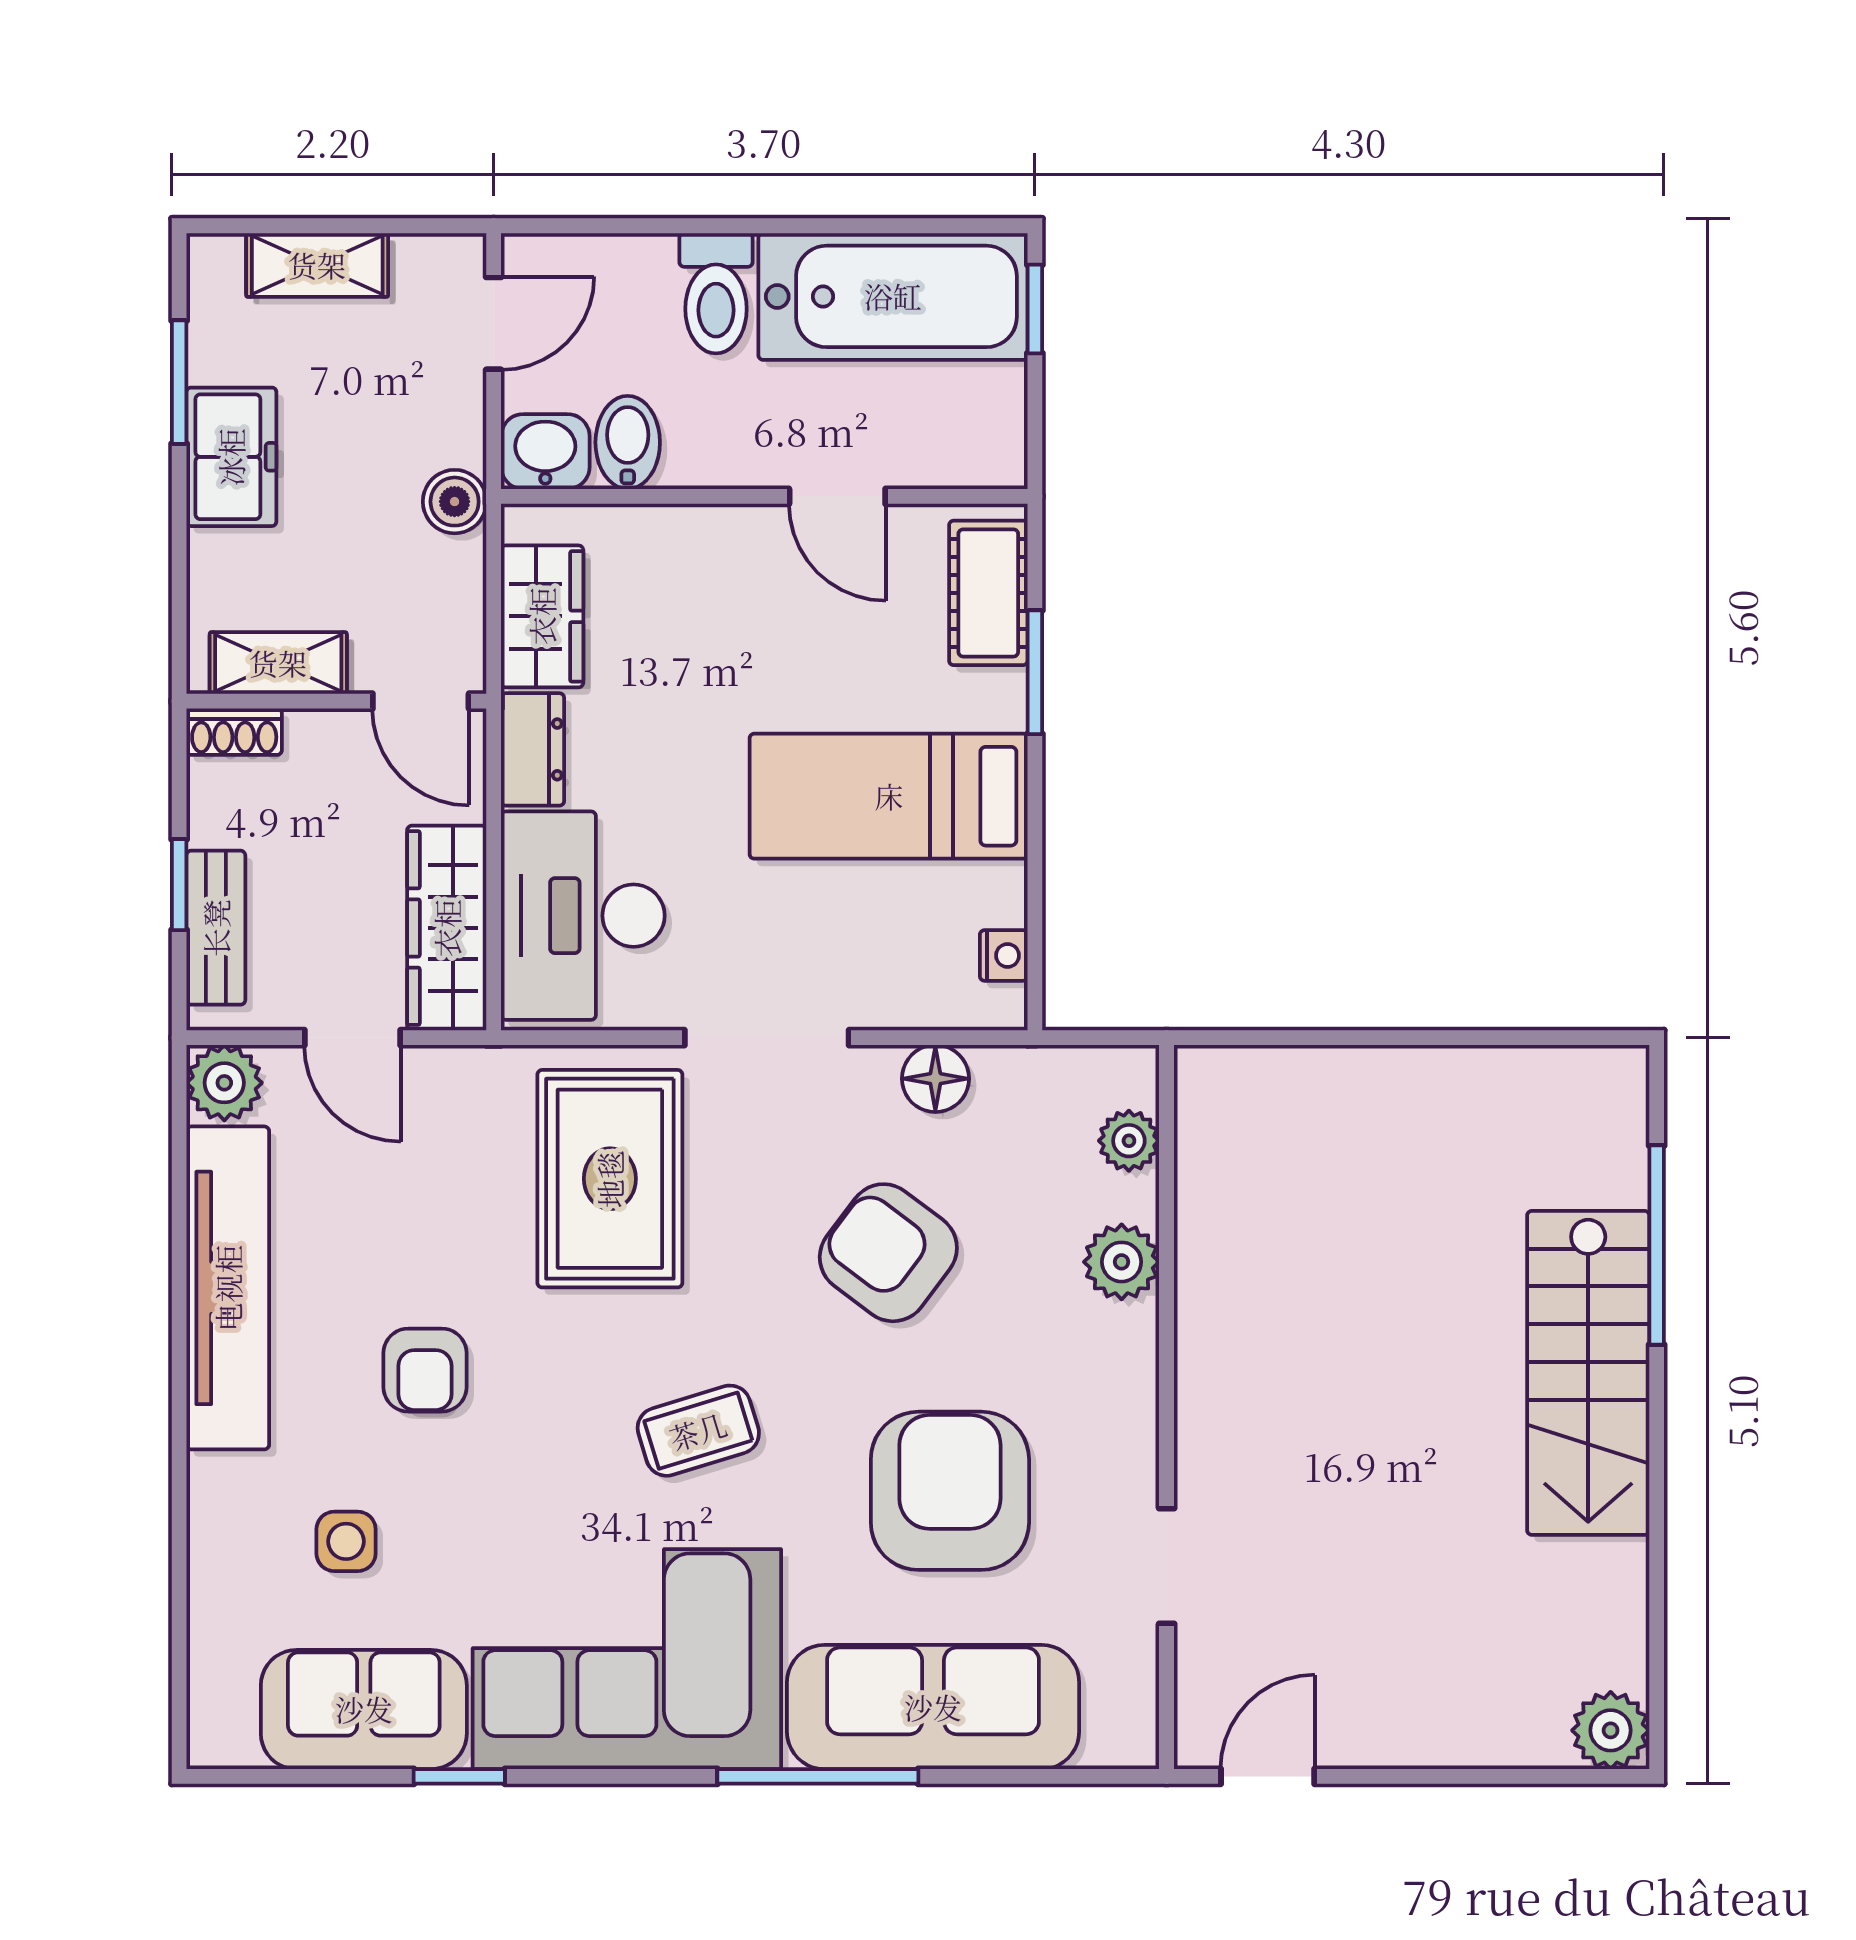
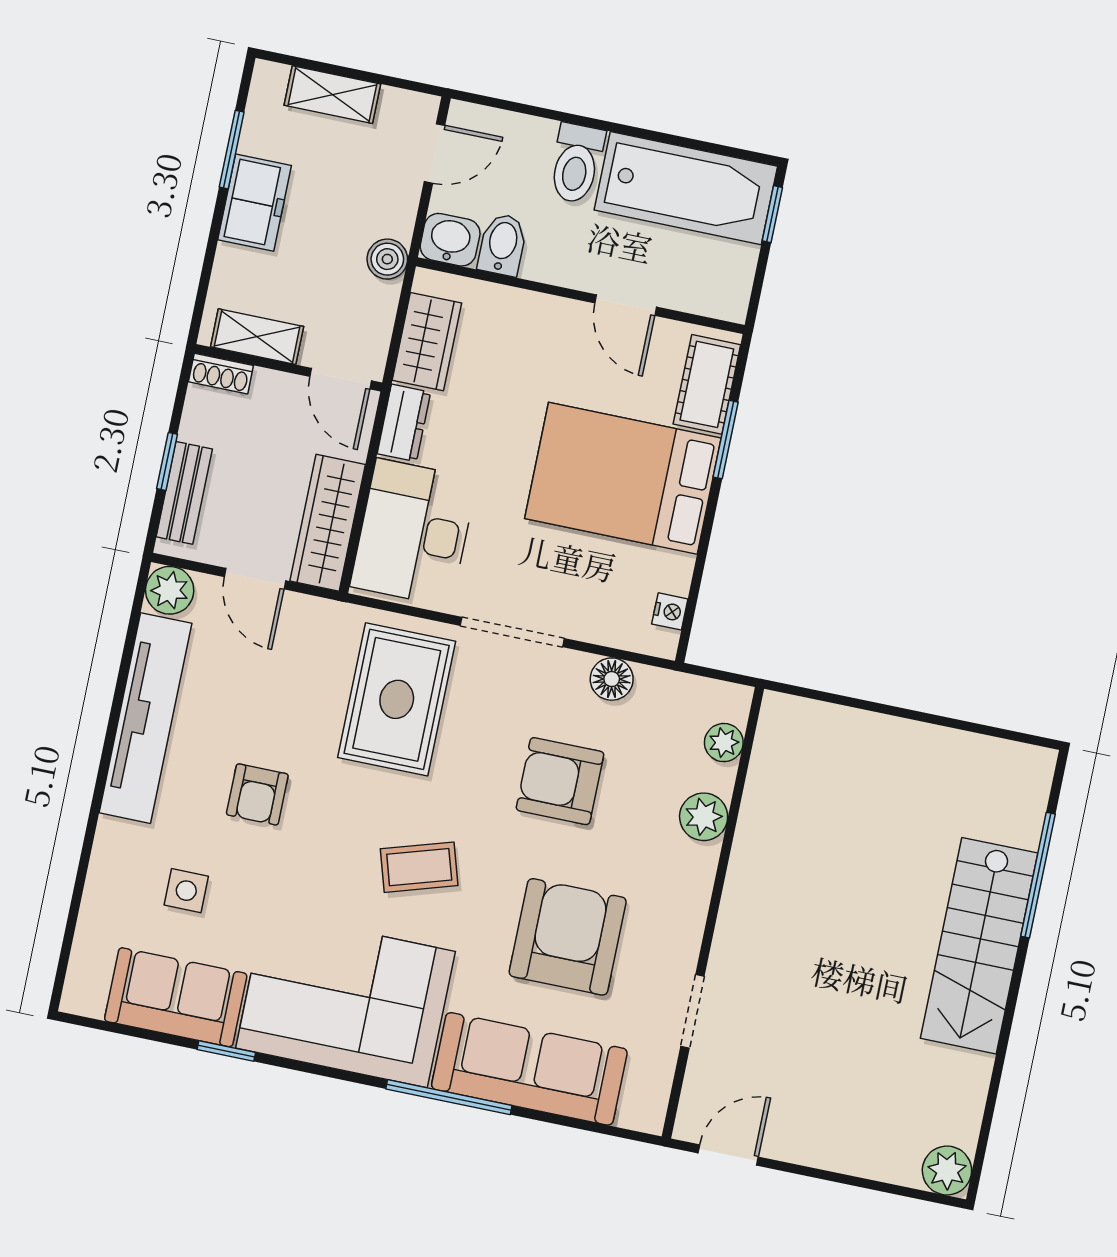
bed: (889, 796) -> (623, 478), width x1.50
armchair: (888, 1253) -> (560, 781), turned -37

